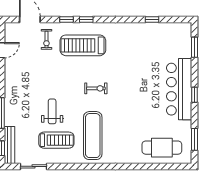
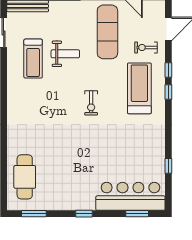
bar counter: (179, 89) -> (130, 196), moved
exercise mat: (93, 136) -> (107, 32), moved, turned 90

